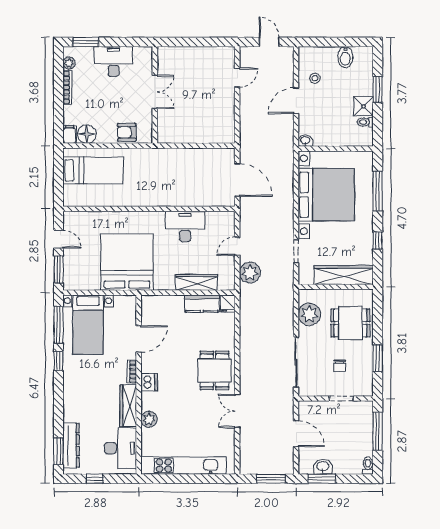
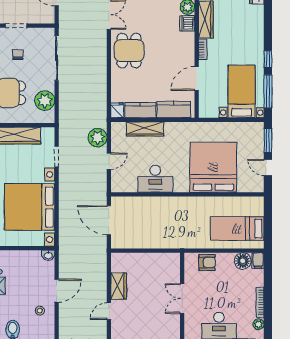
wardrobe: (226, 106) -> (119, 286), added
bed: (127, 262) -> (213, 167), moved, turned 180
kitchen counter: (164, 304) -> (174, 109), added
dishwasher: (149, 382) -> (187, 23), moved

